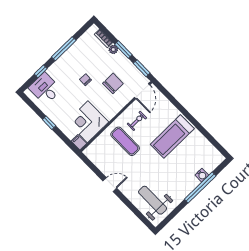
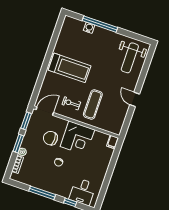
corner desk: (88, 122) -> (77, 138), moved
window: (49, 123) -> (109, 174), removed

